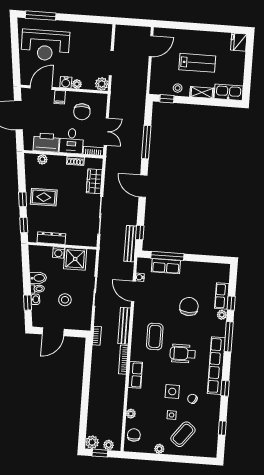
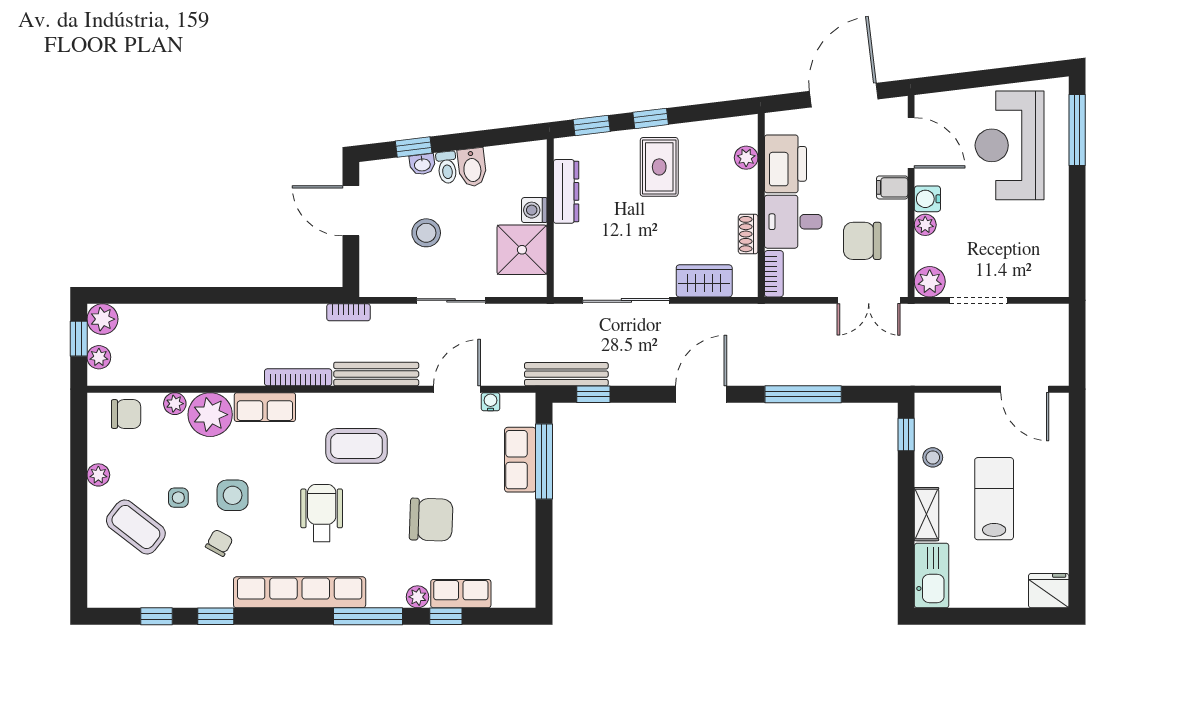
lab bench: (197, 63) -> (994, 499), turned 180
double door: (106, 132) -> (869, 300), moved
window: (225, 388) -> (216, 616), moved
plant: (137, 399) -> (210, 415), added

